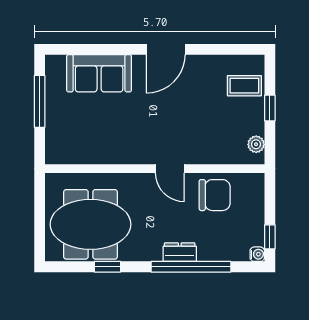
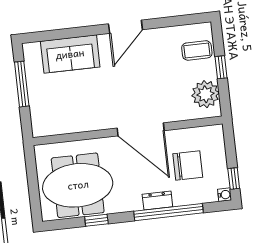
plant: (256, 144) -> (205, 94), width x1.88, depth x1.88
door: (170, 169) -> (141, 129), width x1.87
chair: (215, 195) -> (188, 165), moved

